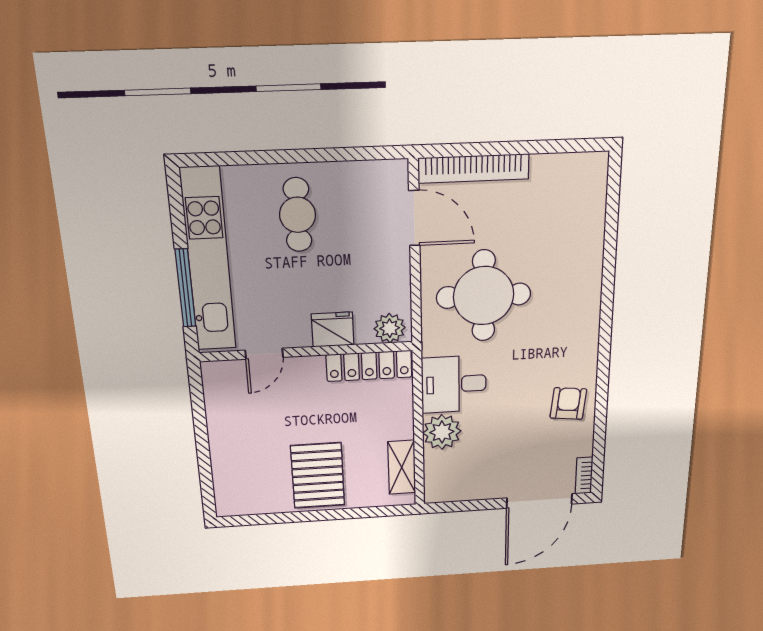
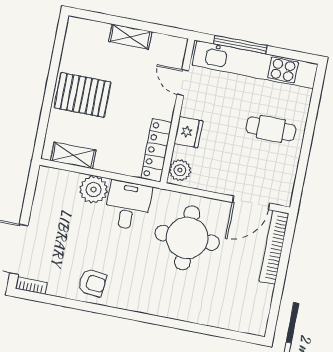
shelving: (221, 436) -> (130, 37), added

